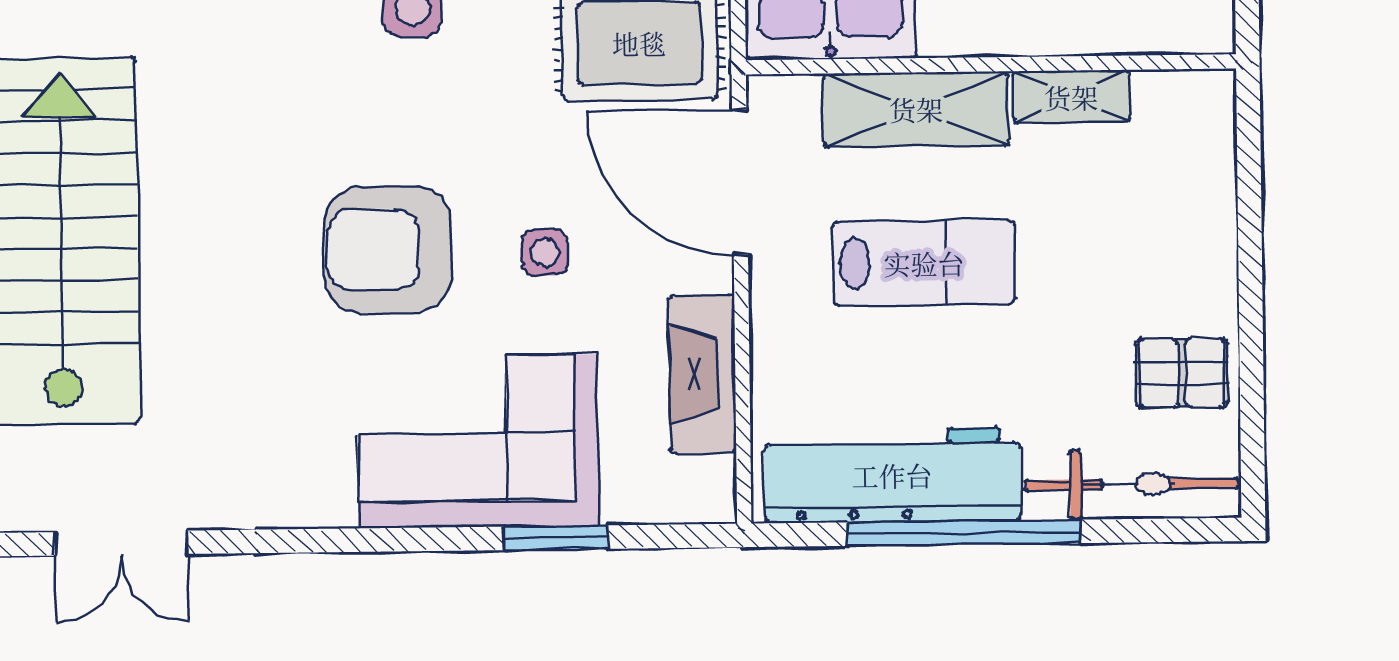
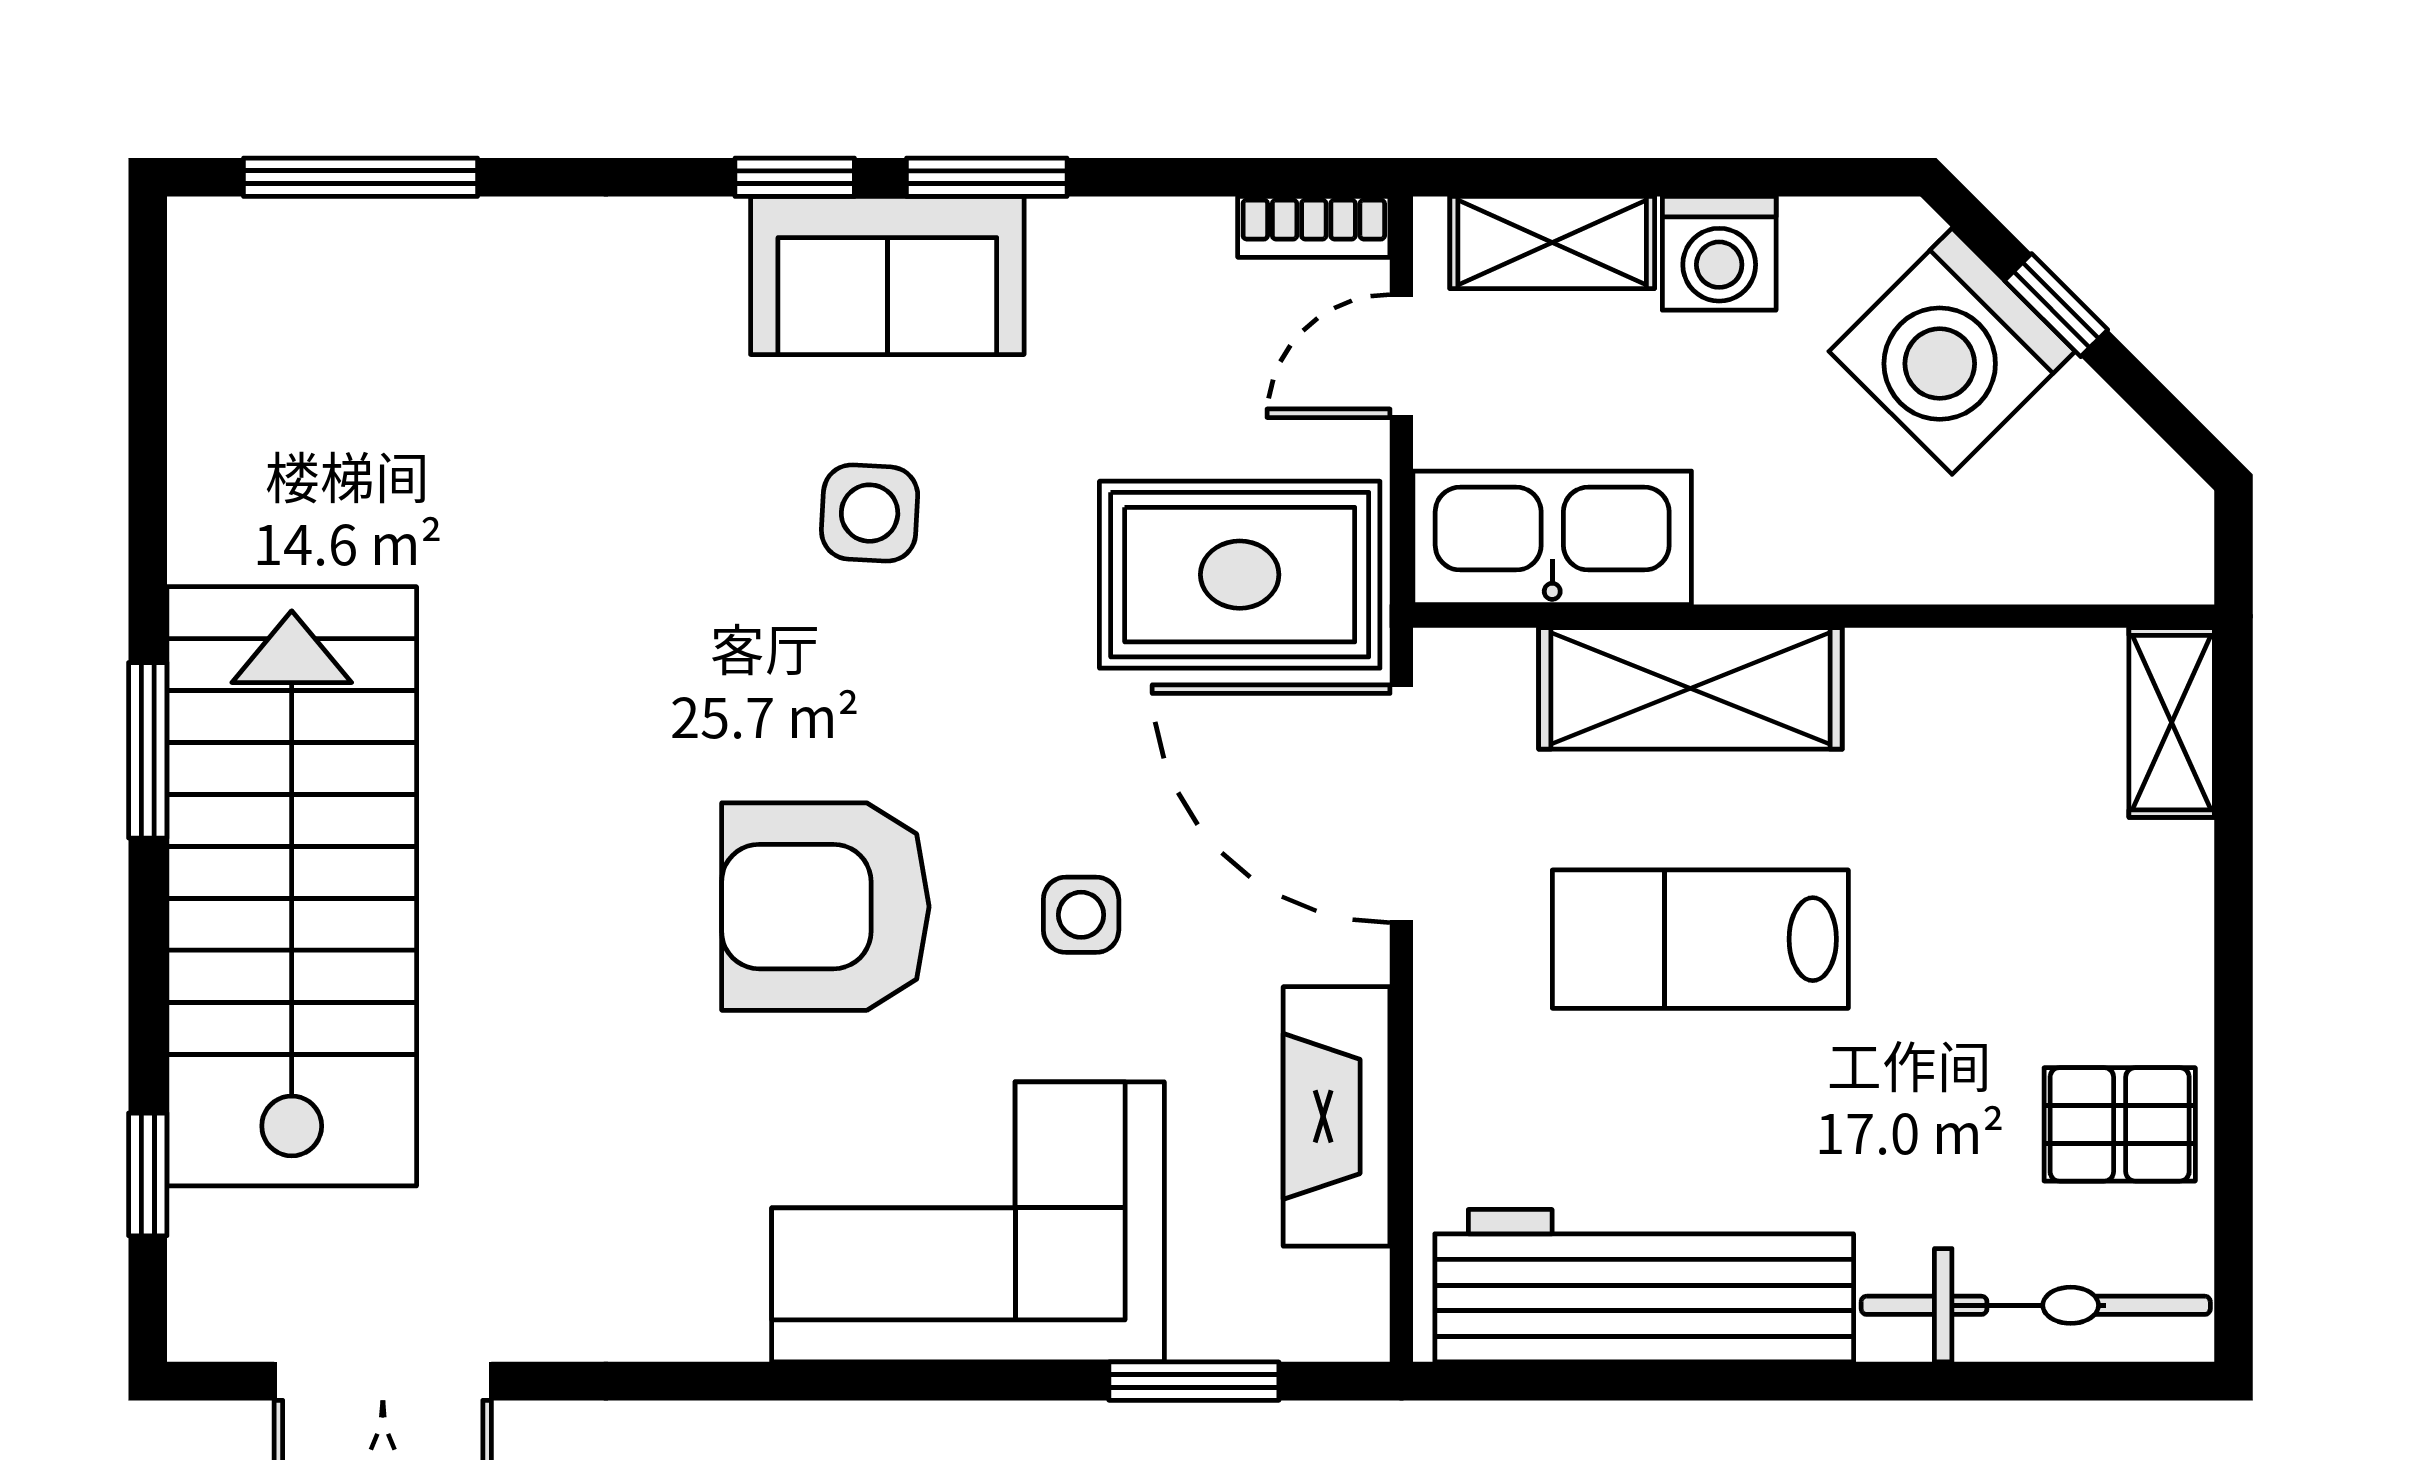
shelving: (1071, 97) -> (2172, 723), moved, turned 90
lab bench: (924, 263) -> (1700, 939), turned 180
window: (963, 533) -> (1759, 1381), removed
window: (556, 538) -> (1194, 1381), moved

